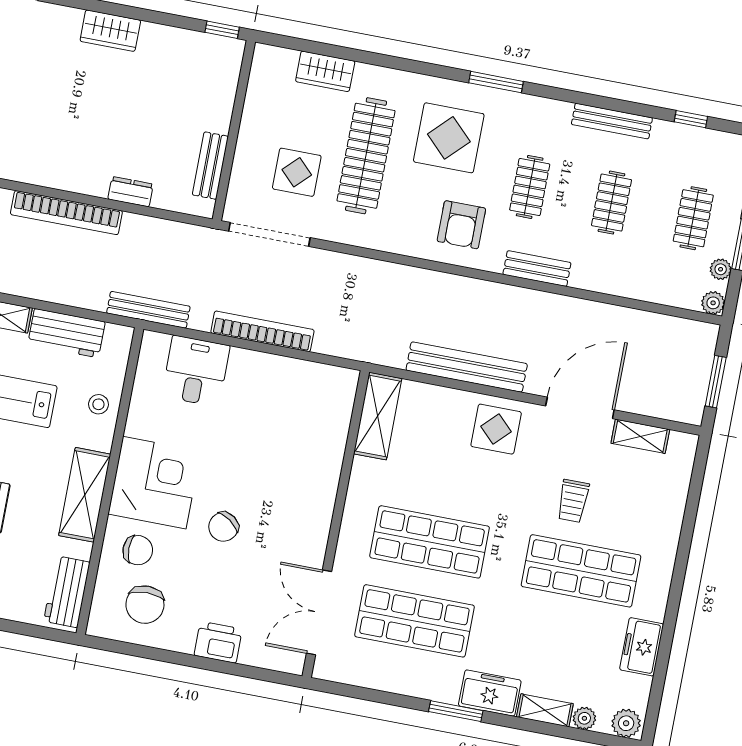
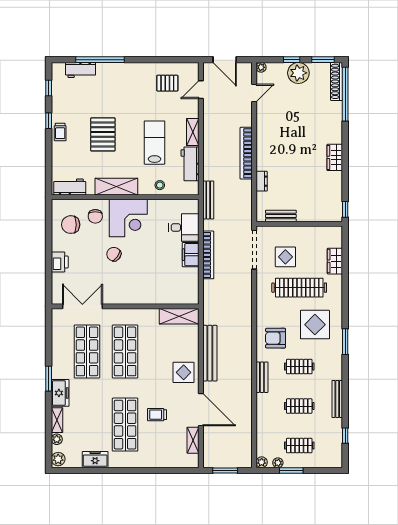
filing cabinet: (255, 368) -> (191, 255), added

